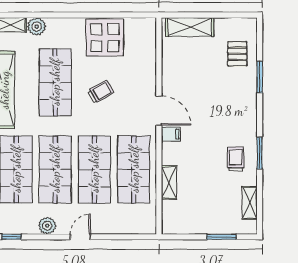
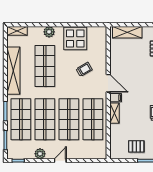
plant: (37, 26) -> (49, 32), moved
trolley: (101, 92) -> (84, 69), moved
shelving: (169, 182) -> (114, 113), moved
pallet: (205, 214) -> (136, 146), added

